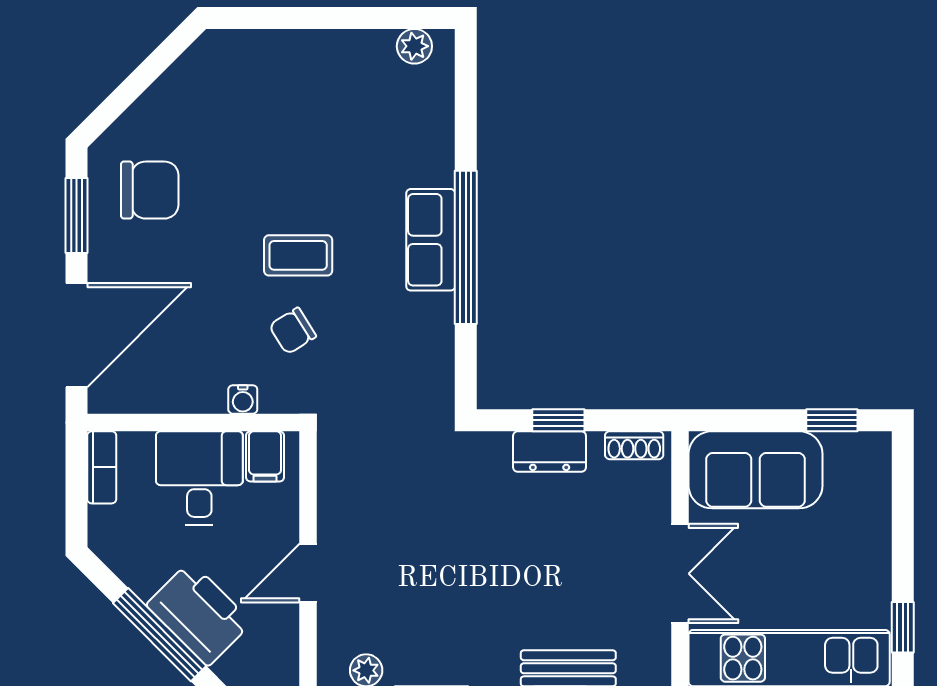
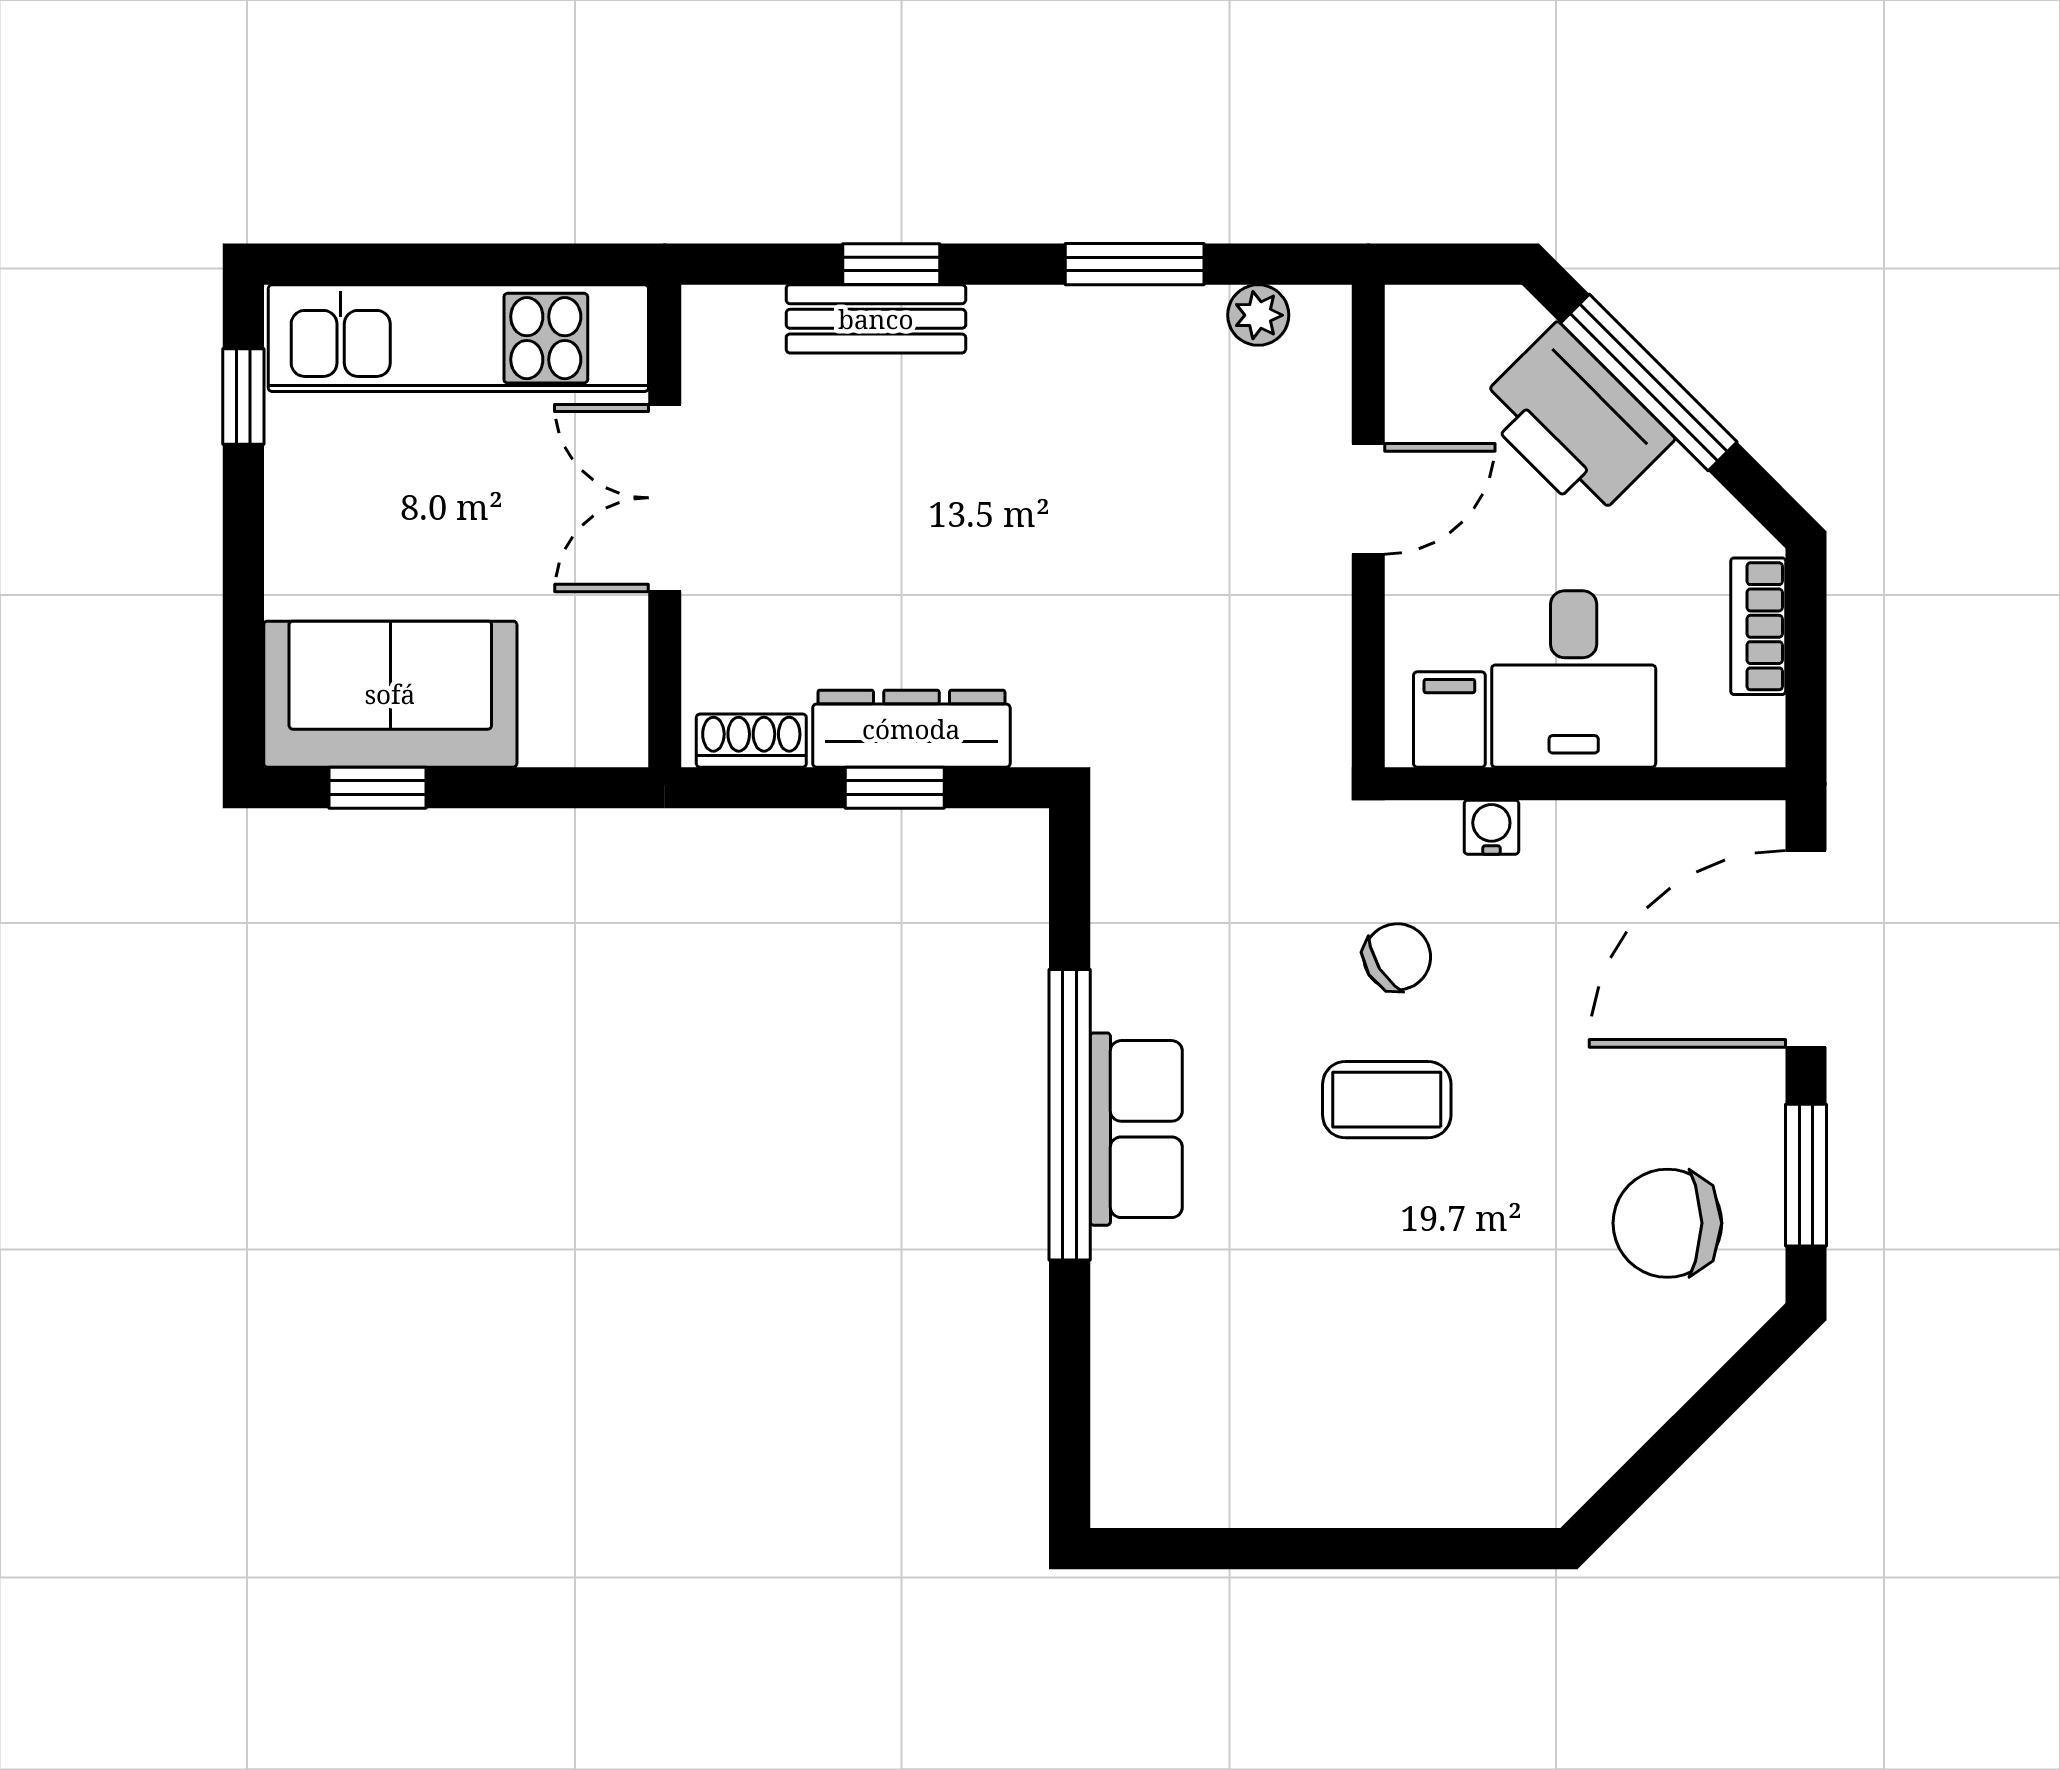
plant: (414, 46) -> (1167, 1495), removed
dresser: (550, 452) -> (911, 729), width x1.44
bookcase: (102, 467) -> (1758, 626), moved
sofa: (756, 470) -> (390, 694), moved

